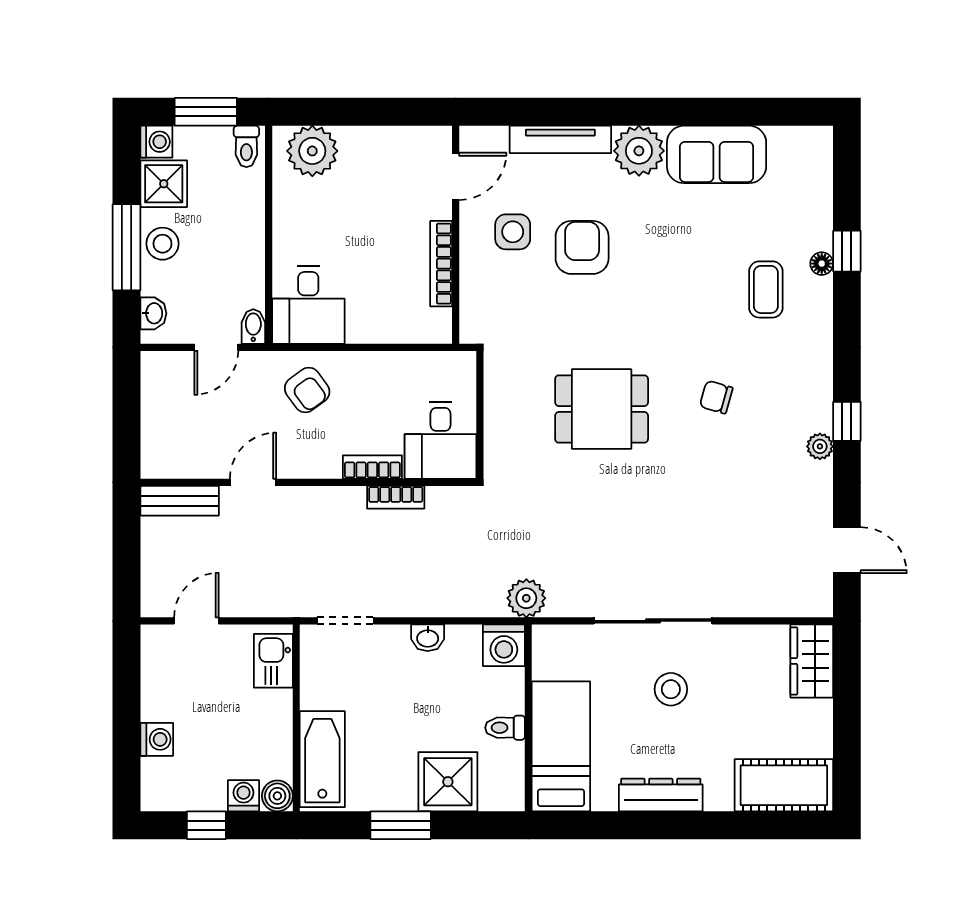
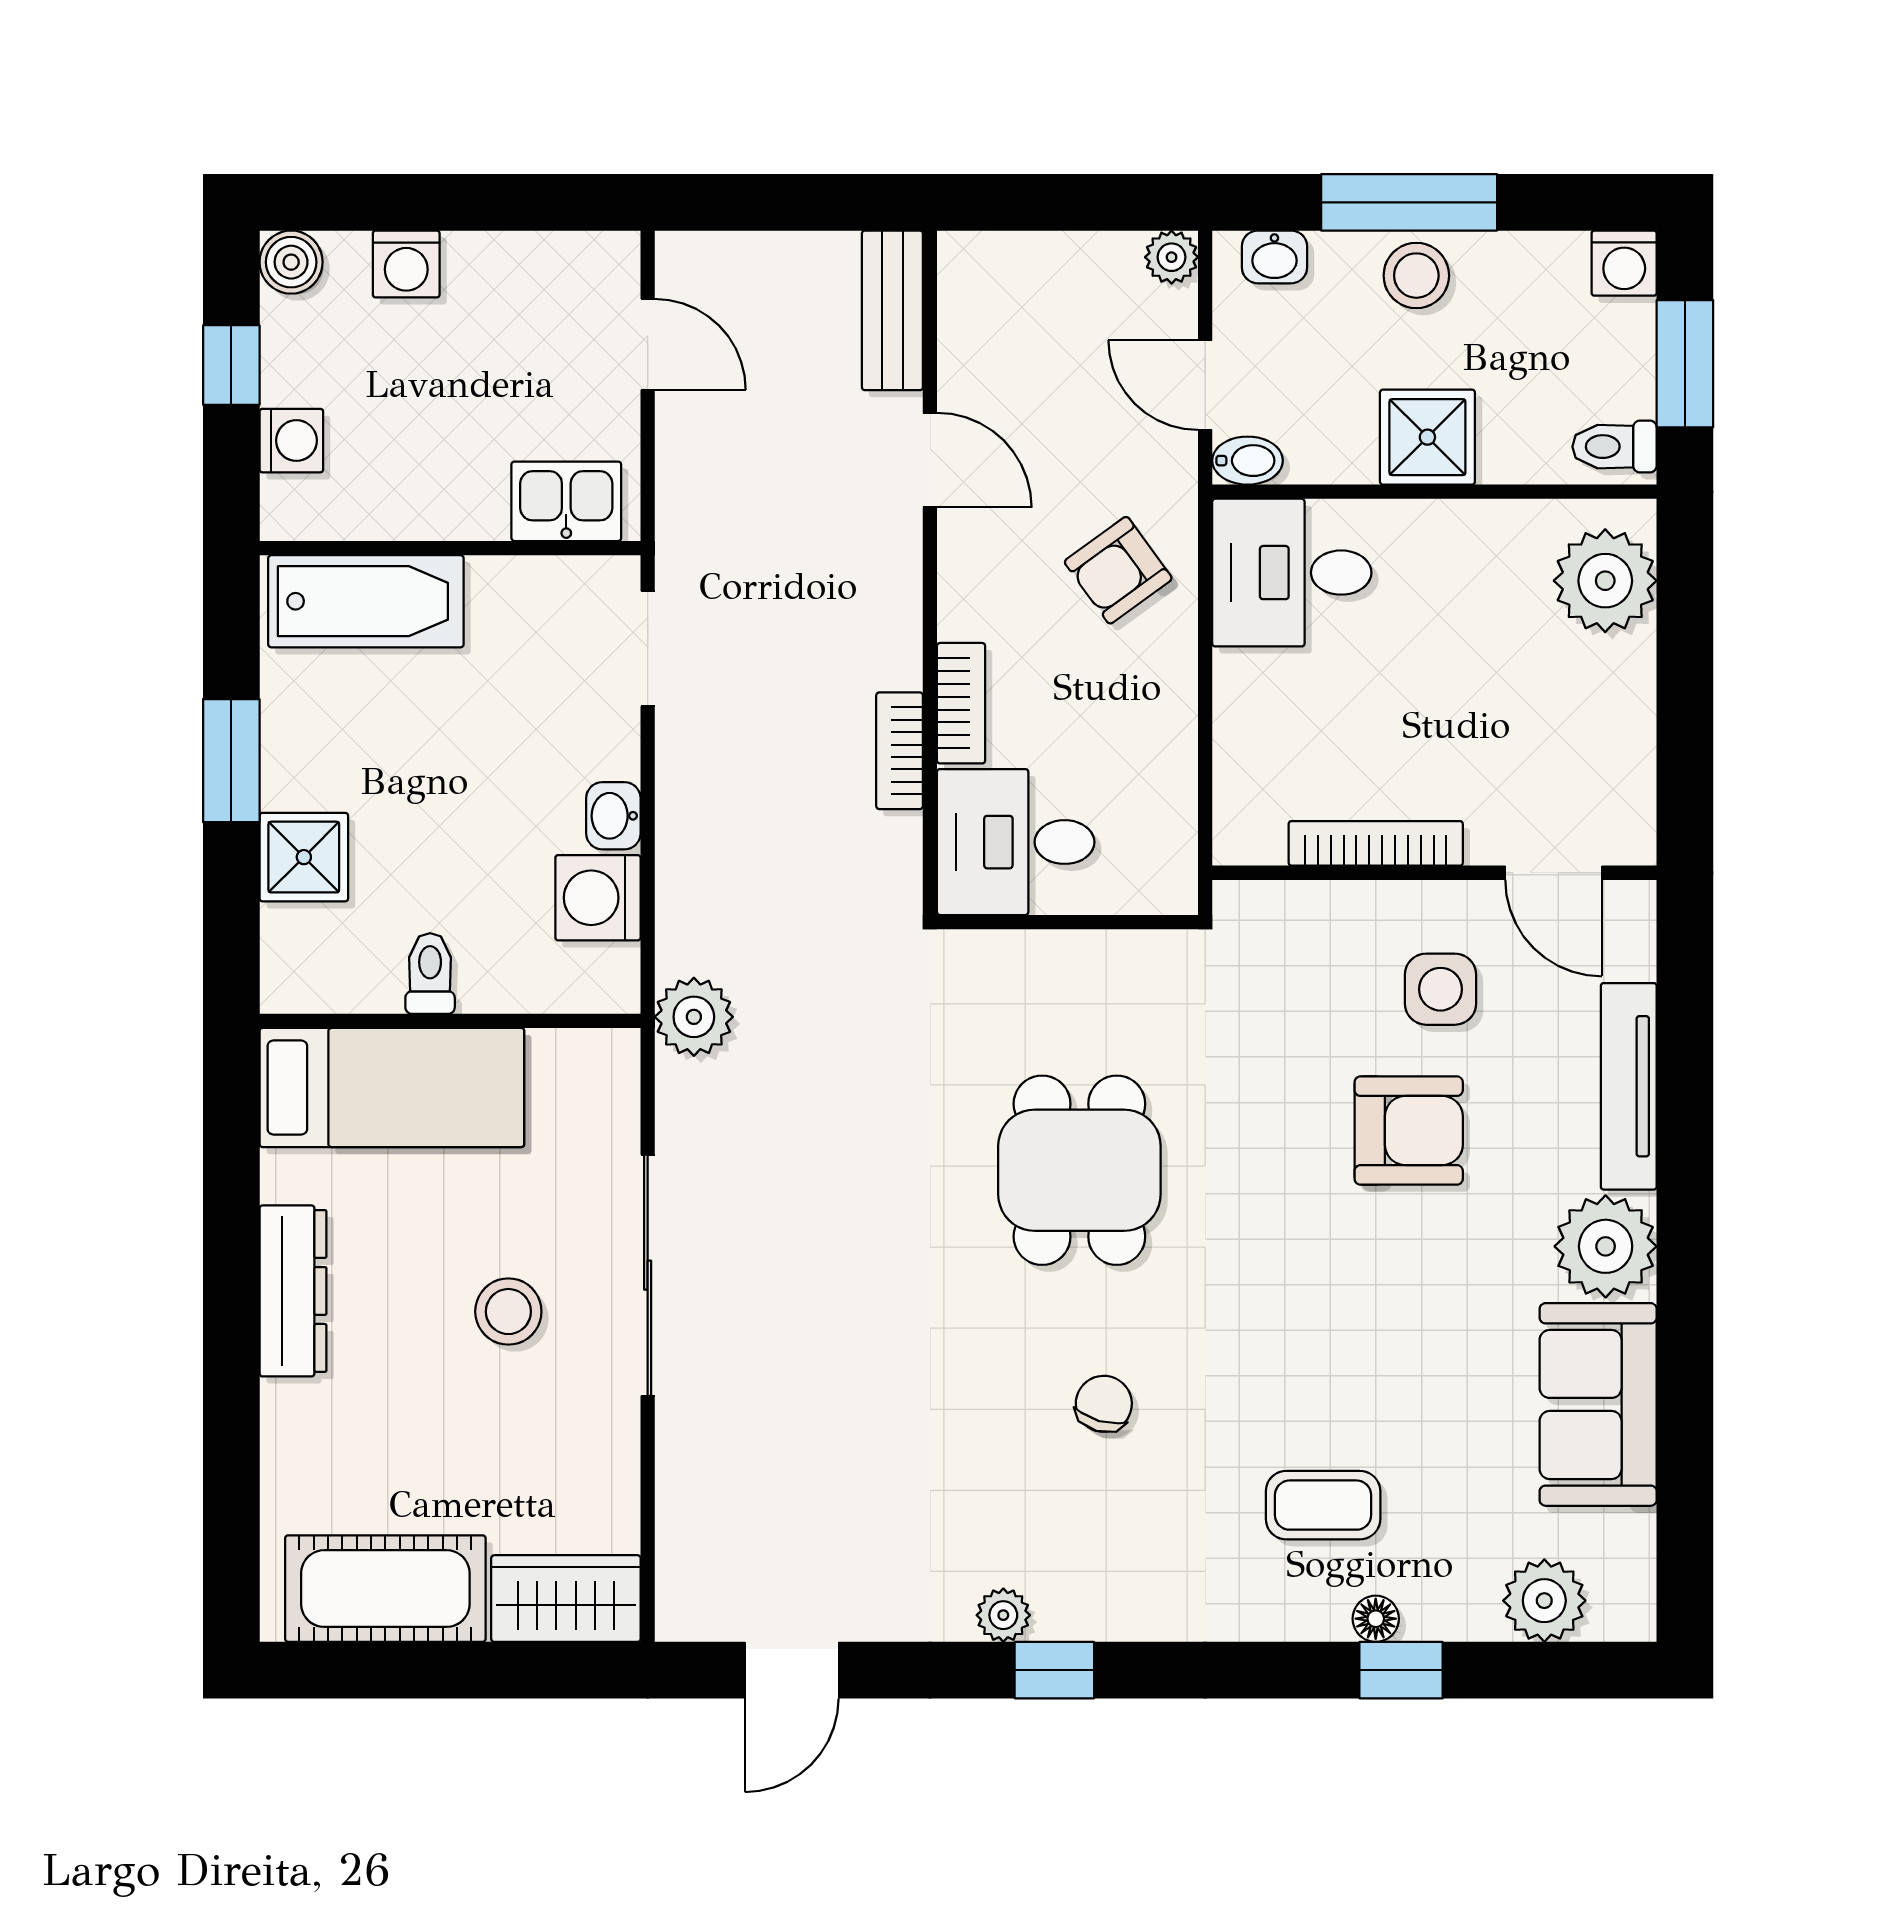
plant: (813, 181) -> (1544, 1601), added
shower: (164, 184) -> (1427, 437), moved
plant: (153, 364) -> (1172, 257), added
washing machine: (504, 645) -> (598, 898), moved
shower: (448, 782) -> (304, 857), width x0.73, depth x0.73
cot: (784, 785) -> (385, 1589), moved, turned 90
boiler: (277, 796) -> (291, 262), moved

